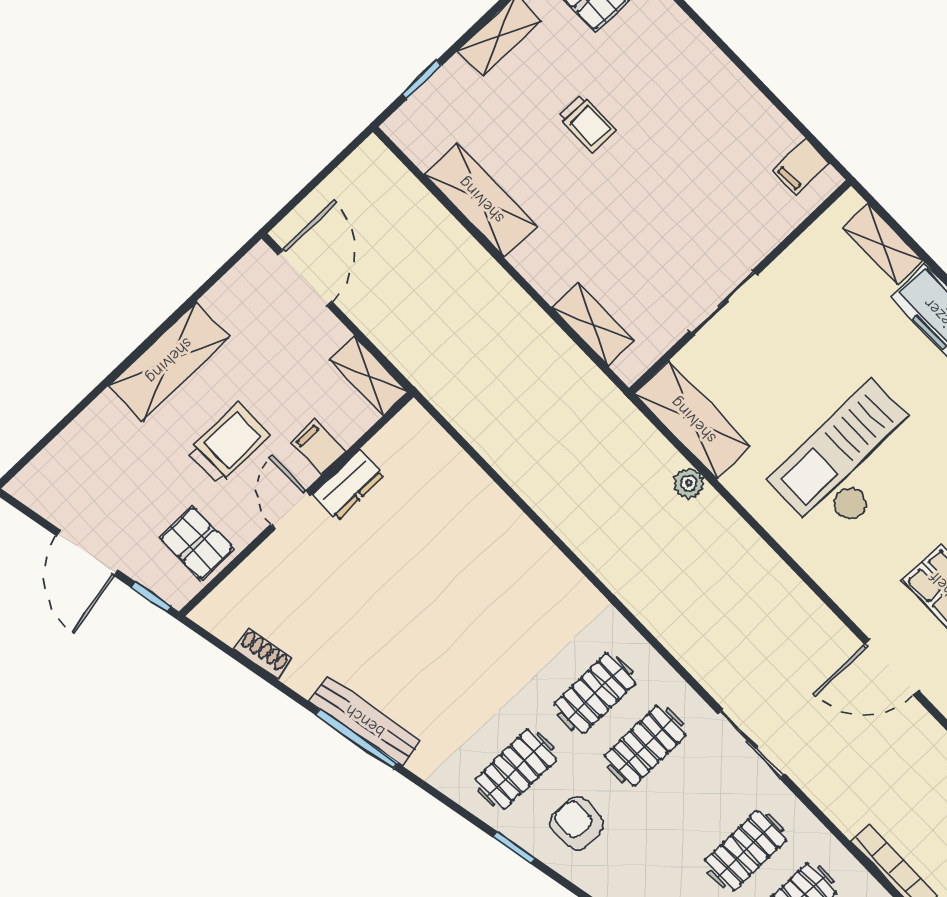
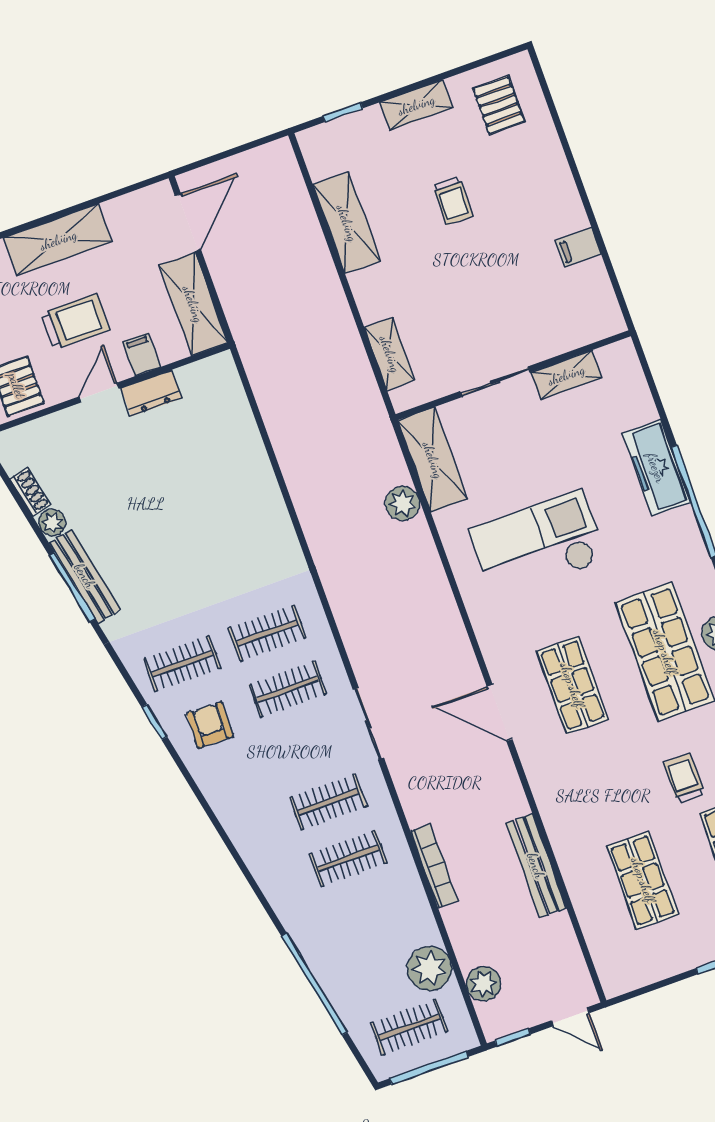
filing cabinet: (801, 167) -> (578, 247), moved
shelving: (883, 244) -> (566, 375), moved, turned 90
shelving: (369, 376) -> (193, 304), width x1.50, depth x1.33
plant: (689, 483) -> (403, 503), width x1.38, depth x1.38
plant: (303, 677) -> (52, 523), added

